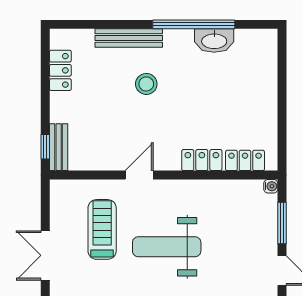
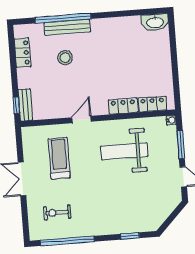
window: (194, 24) -> (63, 18), moved
washbasin: (214, 41) -> (155, 22), moved
stool: (146, 84) -> (65, 58), moved
weight bench: (167, 247) -> (124, 151), moved

